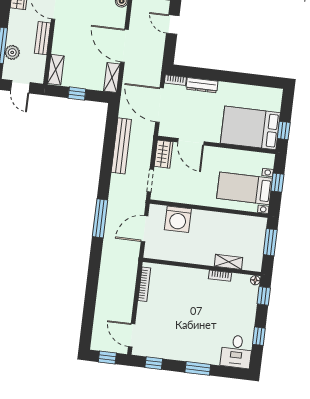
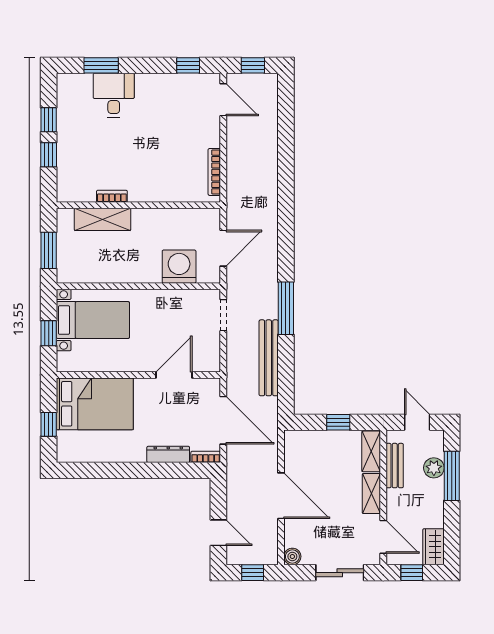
bench: (42, 38) -> (395, 466), moved
shelving: (112, 77) -> (371, 494), moved
window: (284, 131) -> (49, 424), moved
door: (191, 142) -> (174, 375), hinge flipped
wardrobe: (163, 154) -> (210, 354), removed
window: (100, 218) -> (286, 308), moved
shelving: (229, 262) -> (103, 219), width x1.50, depth x1.33
floor lamp: (255, 280) -> (63, 196), removed
window: (264, 296) -> (49, 155), moved
desk: (236, 351) -> (114, 95), moved
window: (198, 368) -> (101, 65), moved

